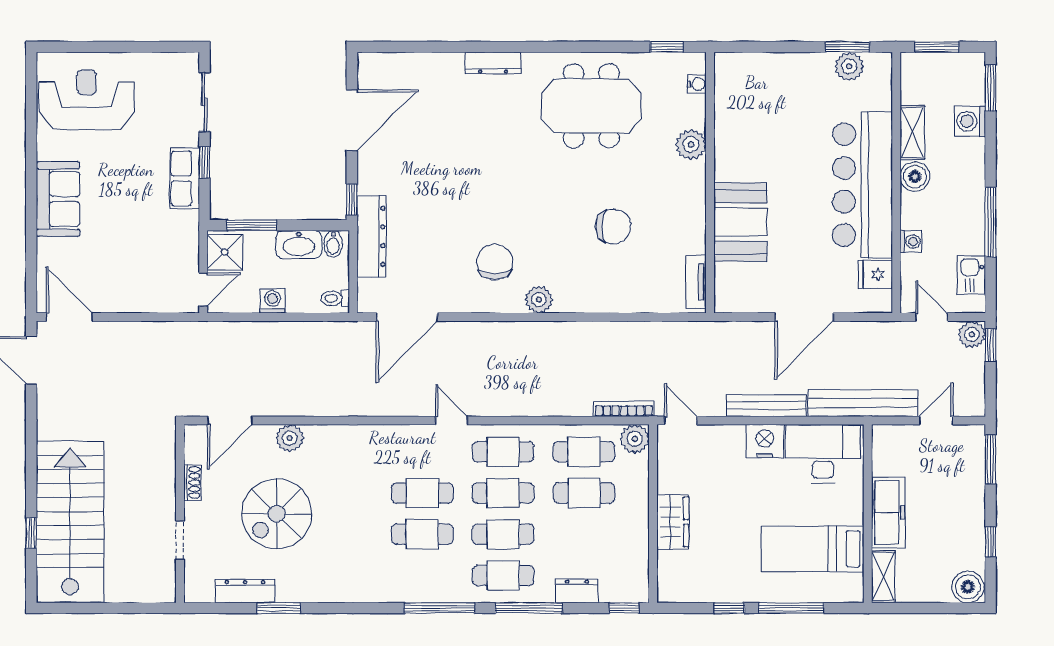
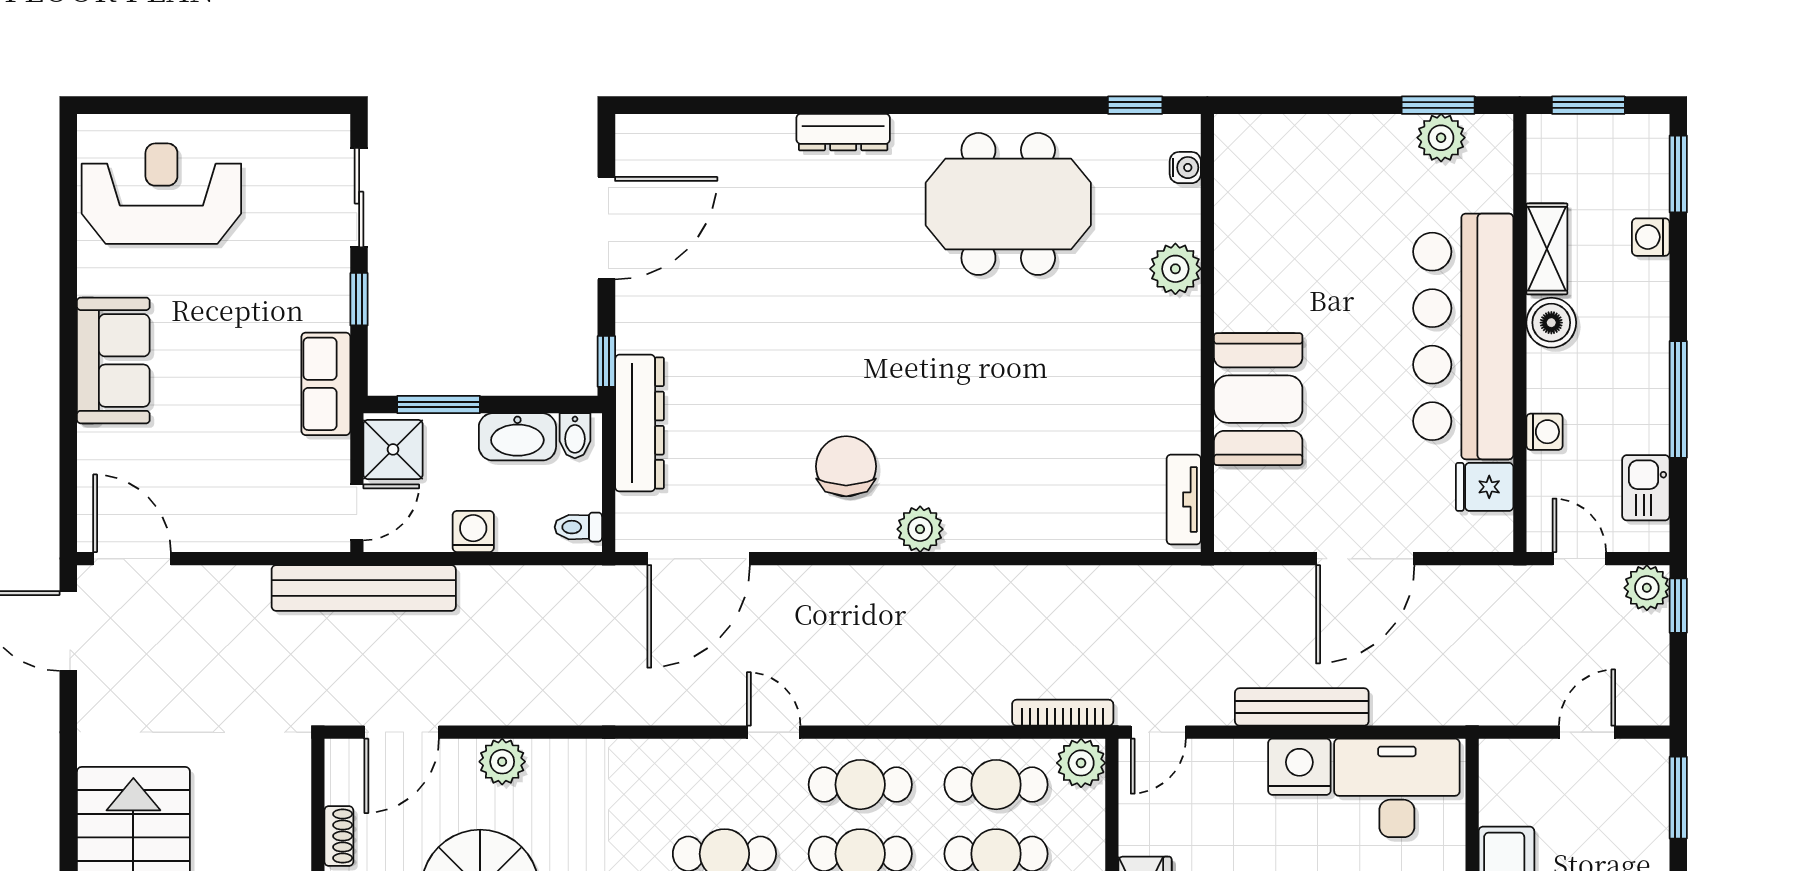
washing machine: (970, 121) -> (1651, 237), width x0.73, depth x0.73
row of seats: (185, 178) -> (326, 384), moved
chair: (613, 226) -> (1045, 406), removed
bench: (863, 403) -> (364, 588), moved
door: (681, 421) -> (1158, 732), swing flipped

